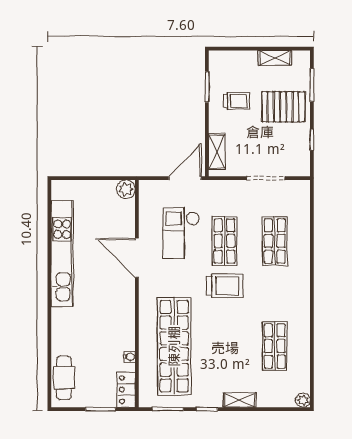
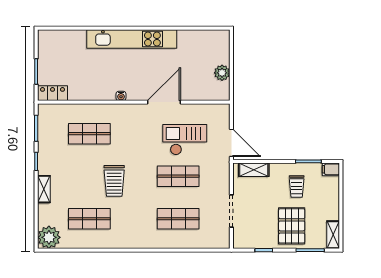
shelving: (275, 58) -> (333, 235), moved
filing cabinet: (216, 60) -> (331, 169), added
plant: (126, 189) -> (222, 73), moved
kitchen unit: (62, 254) -> (132, 39), moved
trolley: (225, 286) -> (114, 181), moved
shop shelf: (174, 346) -> (89, 134), width x0.50, depth x0.74
water cooler: (129, 357) -> (121, 96), moved
cafe table: (64, 378) -> (63, 41), removed
plant: (303, 400) -> (49, 237), width x1.87, depth x1.87

